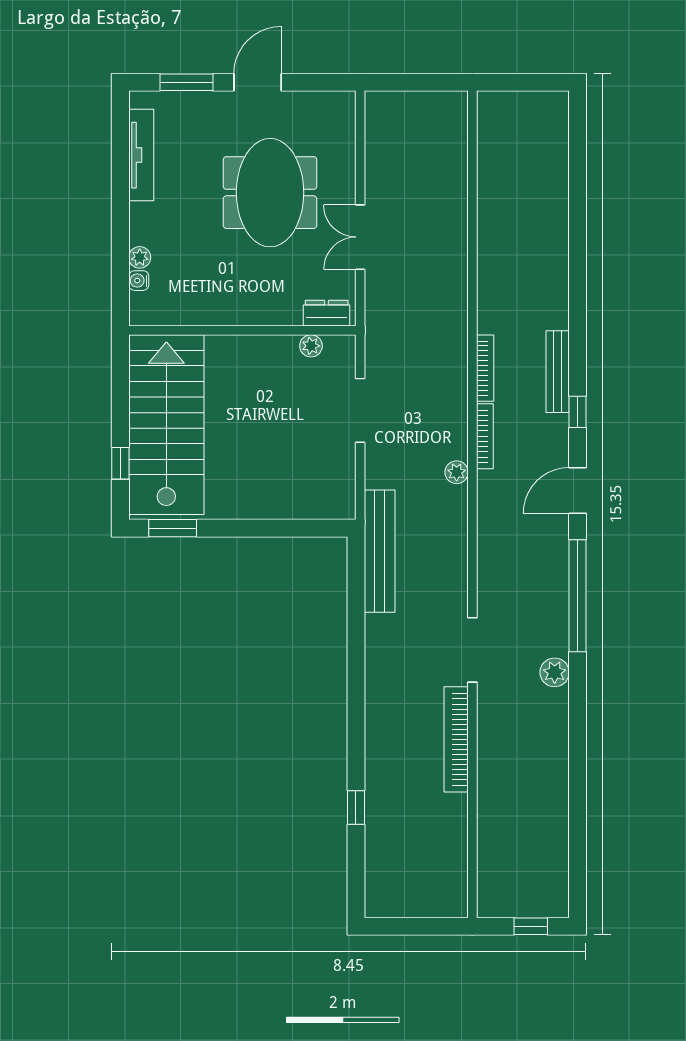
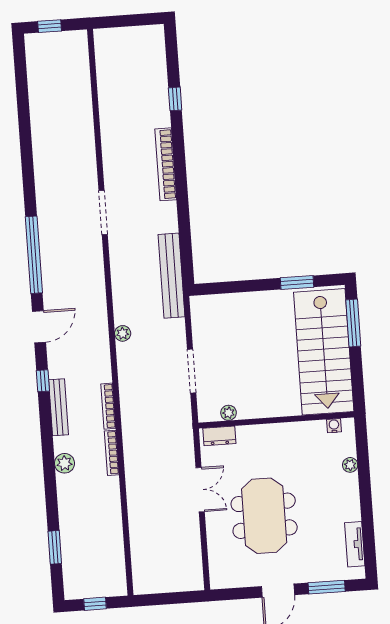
window: (525, 82) -> (95, 604), added
tv unit: (141, 155) -> (355, 544), width x0.71
window: (577, 168) -> (55, 547), added
water cooler: (139, 281) -> (334, 426), moved, turned -90
bookcase: (485, 436) -> (112, 453), moved
window: (120, 463) -> (353, 323), width x2.17
window: (173, 528) -> (297, 282), moved
plant: (555, 672) -> (65, 463), moved
bookcase: (456, 739) -> (166, 164), moved, turned 180

